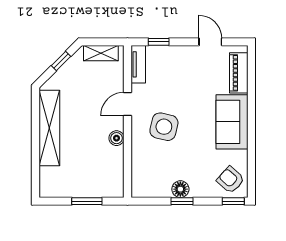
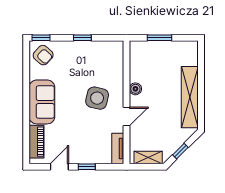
window: (159, 42) -> (87, 167), moved
door: (210, 42) -> (59, 167), swing flipped
floor lamp: (180, 189) -> (84, 48), removed

